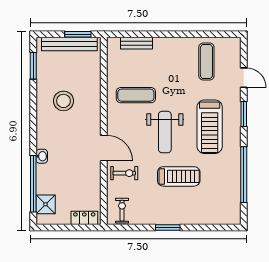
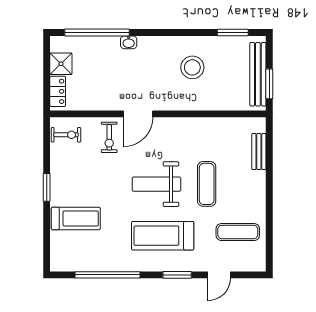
exercise mat: (136, 95) -> (207, 184), moved
treadmill: (179, 176) -> (76, 218), moved, turned -90
shower: (46, 204) -> (61, 64), moved

